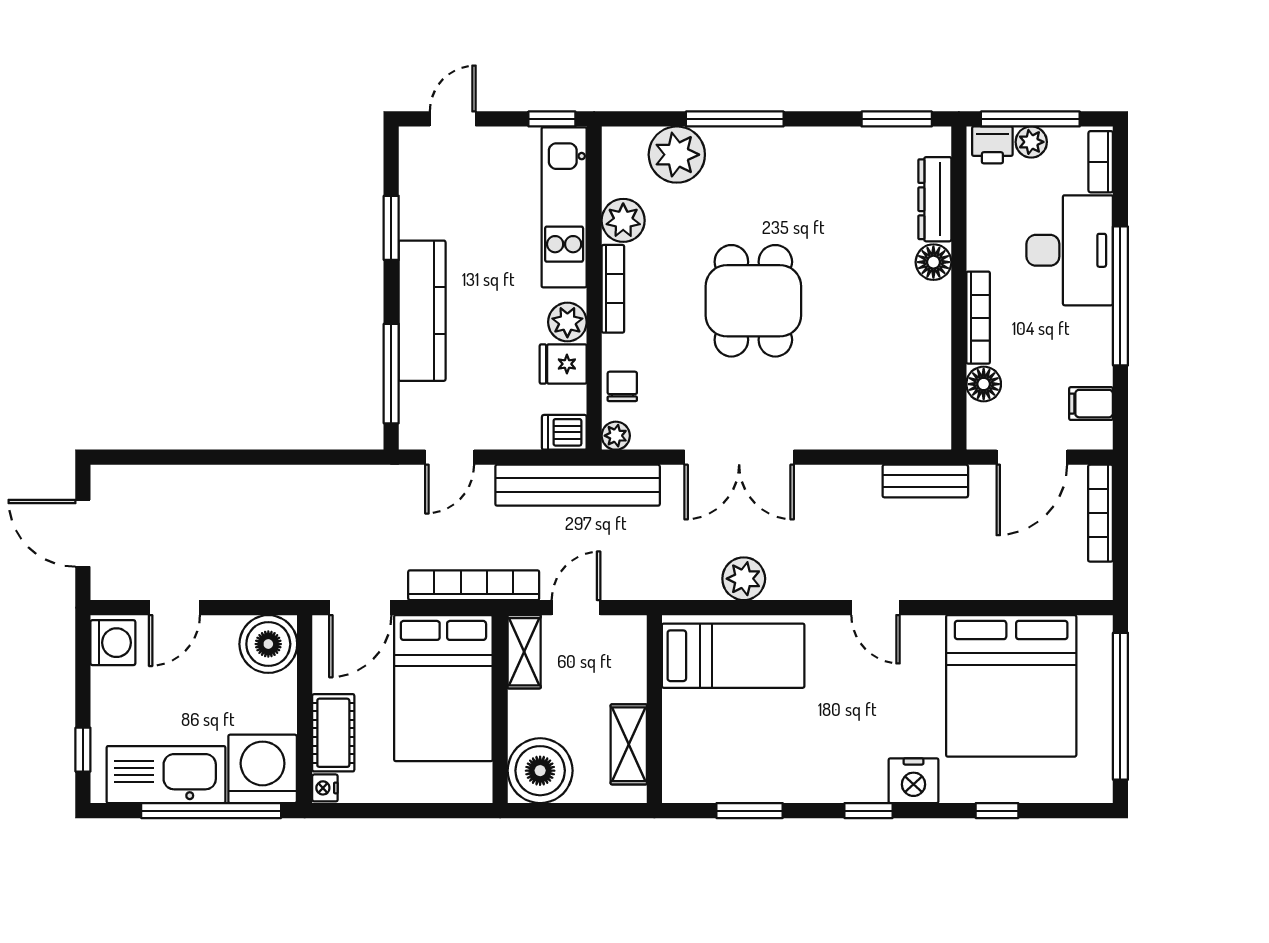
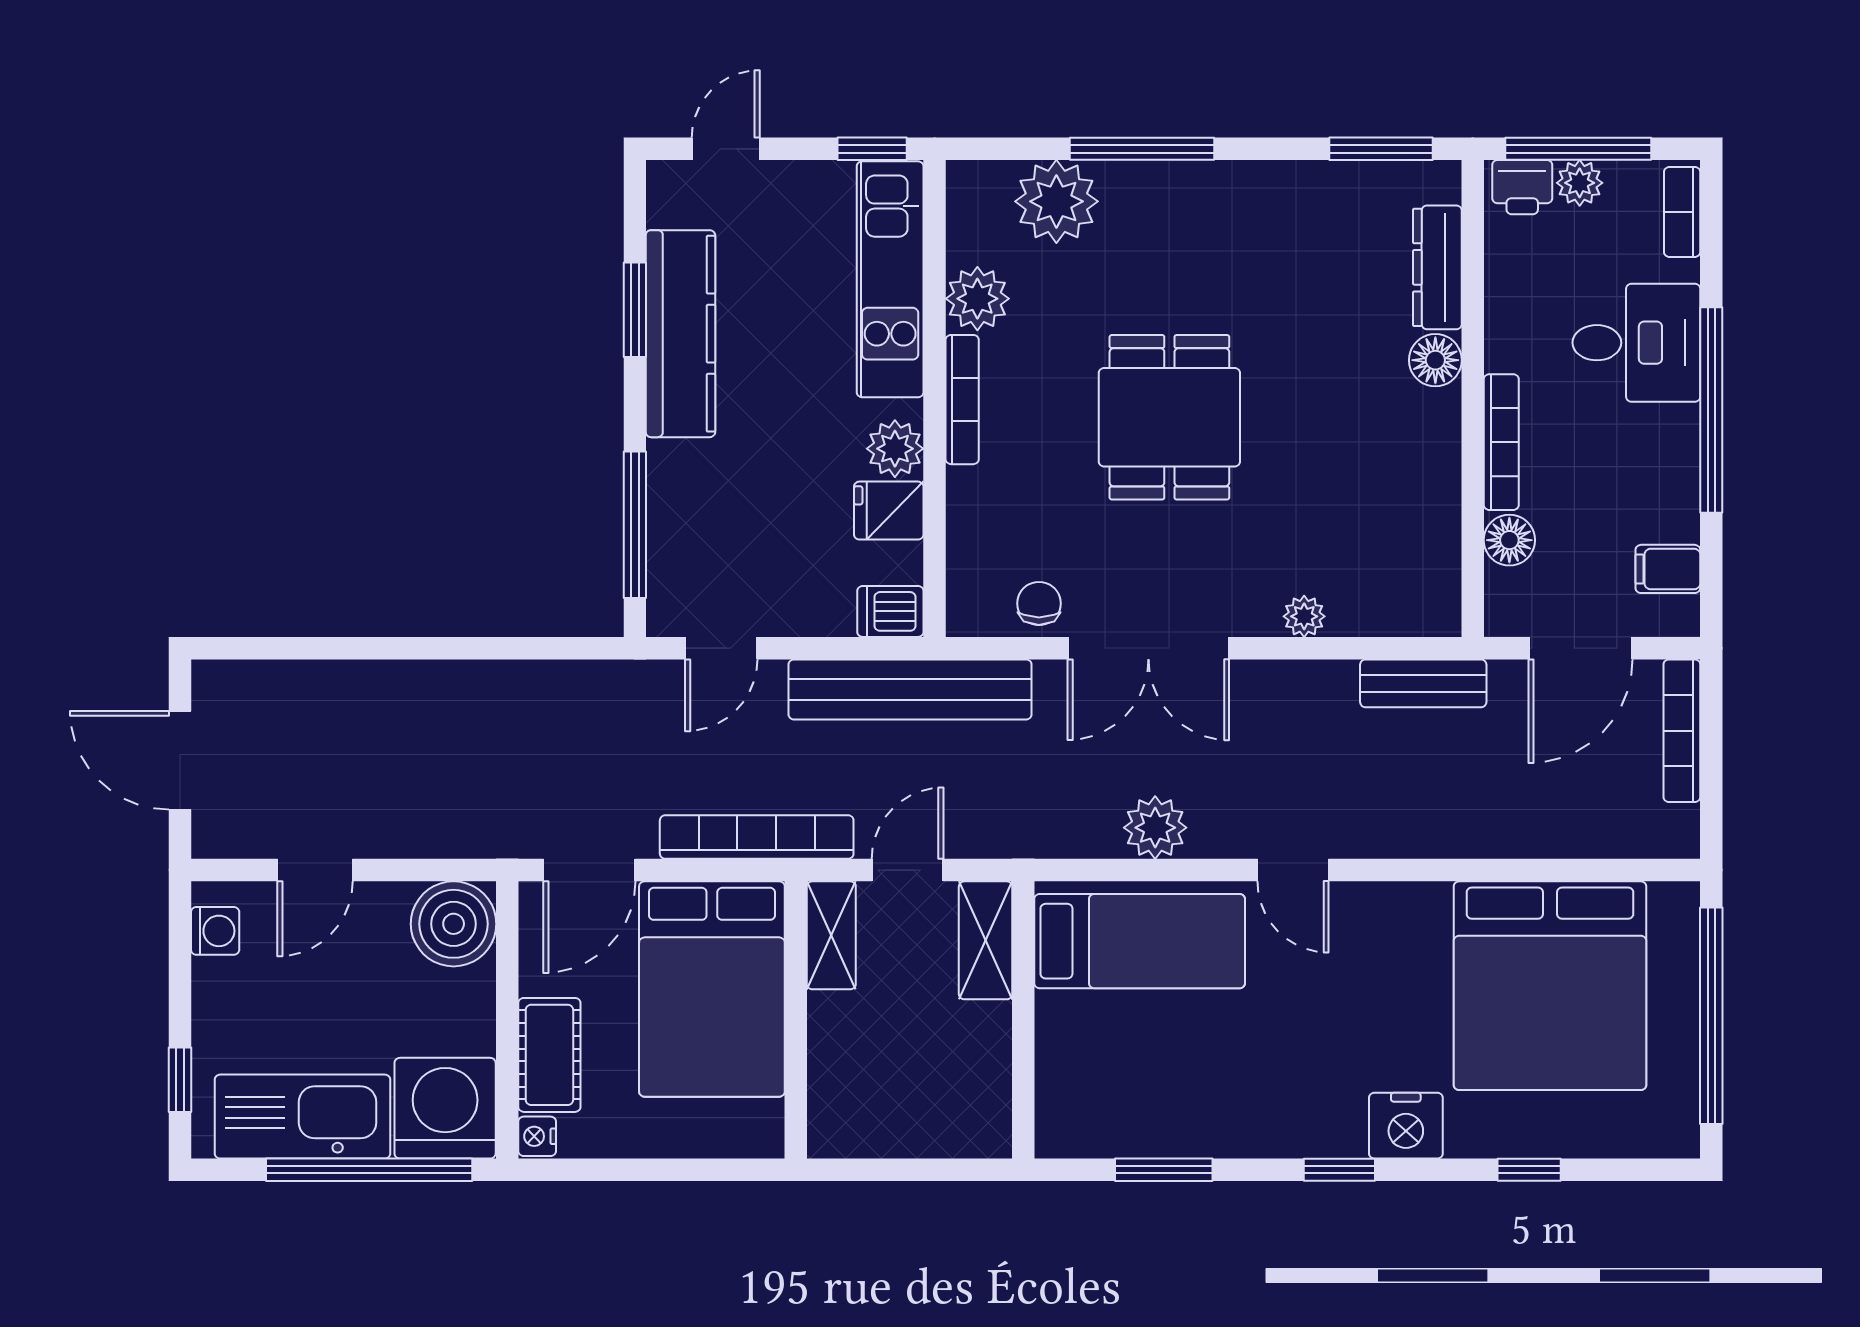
desk: (1070, 250) -> (1636, 343), width x0.73
kitchen counter: (422, 311) -> (681, 334), moved
chair: (622, 386) -> (1039, 603), moved
plant: (616, 436) -> (1304, 616), moved
door: (876, 608) -> (1293, 870), moved
washing machine: (113, 643) -> (215, 931), width x0.73, depth x0.73
shelving: (629, 744) -> (986, 940), moved
boiler: (540, 771) -> (855, 1111), removed

